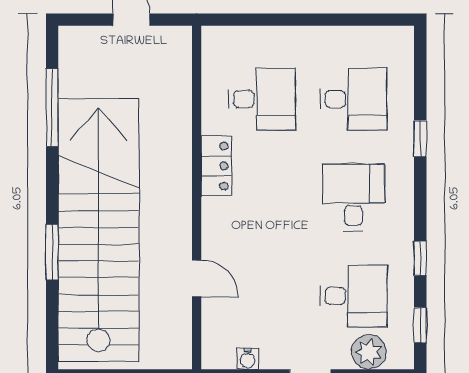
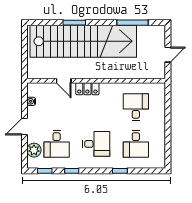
desk: (262, 99) -> (136, 107), turned 180
locker: (216, 166) -> (87, 89), moved
door: (197, 279) -> (64, 81), hinge flipped

